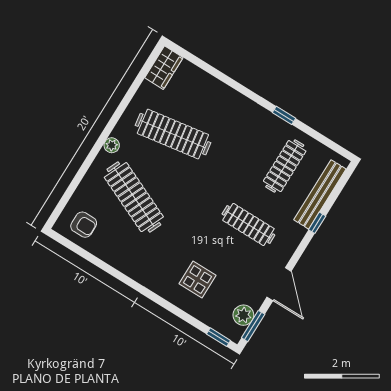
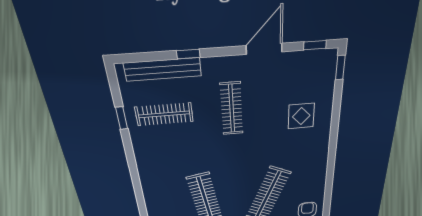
window: (284, 115) -> (122, 118), moved
plant: (243, 315) -> (310, 60), removed
window: (253, 326) -> (315, 45), width x0.67

